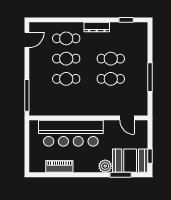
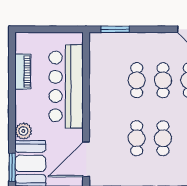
window: (27, 95) -> (115, 29), width x0.69
door: (127, 118) -> (86, 159), width x1.88
window: (121, 175) -> (12, 167), moved

